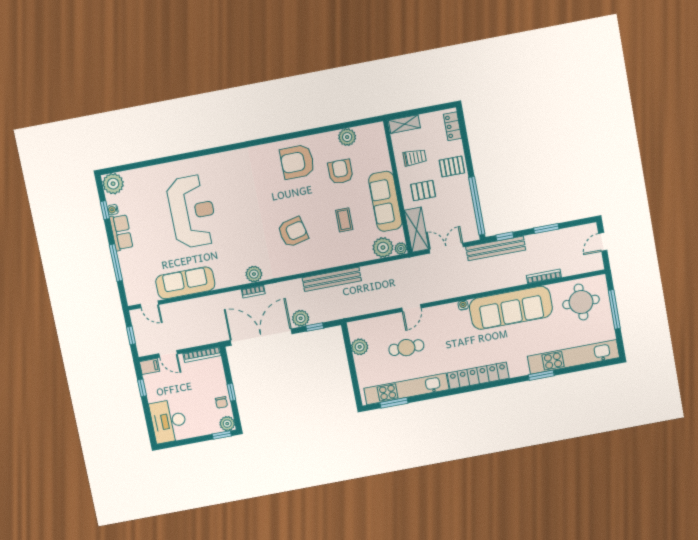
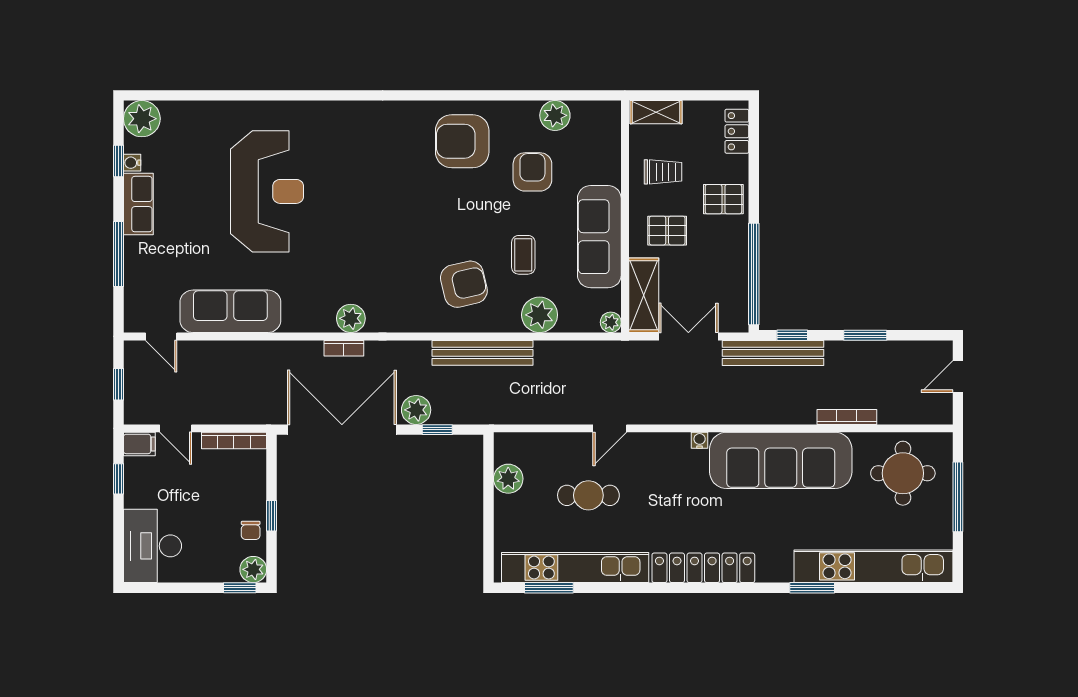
armchair: (293, 232) -> (464, 284), moved
plant: (383, 247) -> (540, 315), moved

